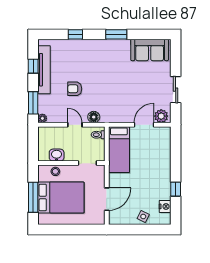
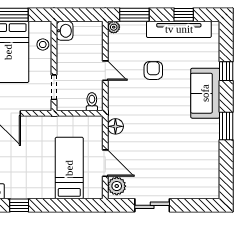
sofa: (150, 50) -> (205, 93), moved
floor lamp: (94, 117) -> (115, 126), moved
door: (75, 125) -> (105, 71), hinge flipped
bed: (119, 150) -> (69, 168), moved, turned 90
washbasin: (57, 155) -> (65, 31), moved

